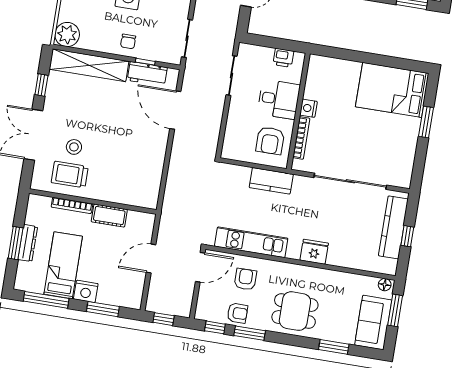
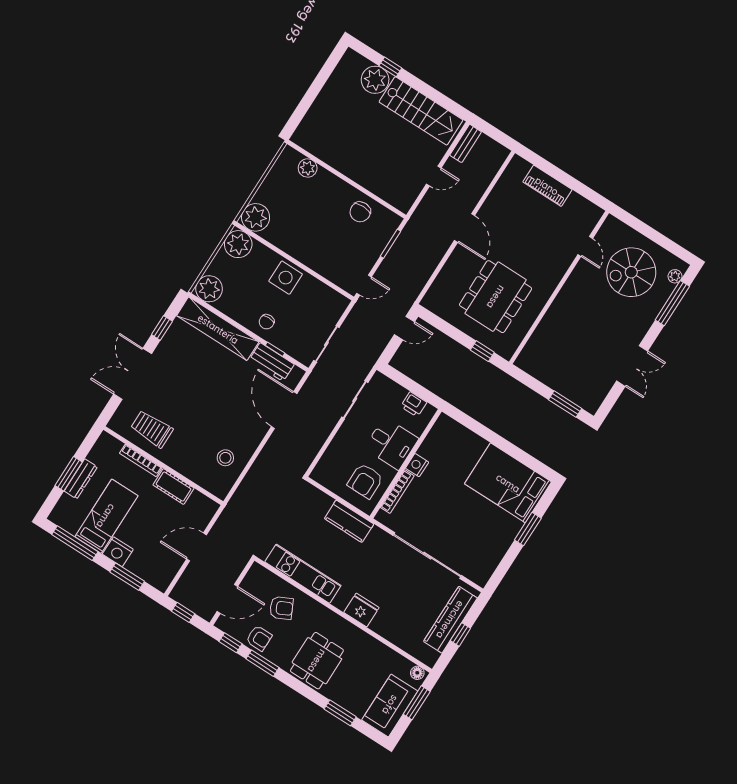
stool: (74, 147) -> (225, 458), moved
door: (200, 267) -> (227, 599), moved
armchair: (245, 279) -> (281, 608), turned 65
dining table: (295, 311) -> (317, 661), turned 90

